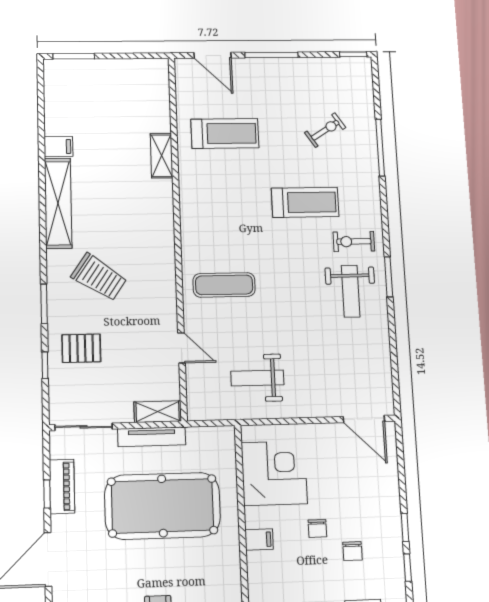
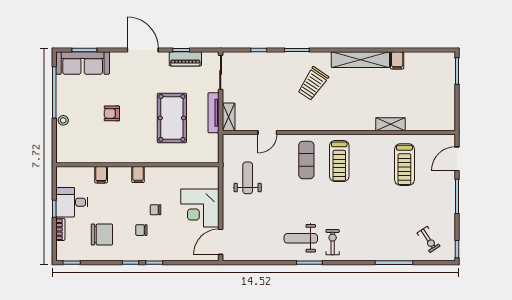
exercise bike: (325, 130) -> (429, 240), moved
treadmill: (305, 202) -> (339, 161), moved
pallet: (81, 348) -> (269, 72), removed
corner desk: (274, 473) -> (200, 208), moved, turned 90
pool table: (162, 506) -> (172, 118), width x0.73, depth x0.76
filing cabinet: (259, 539) -> (138, 175), moved

